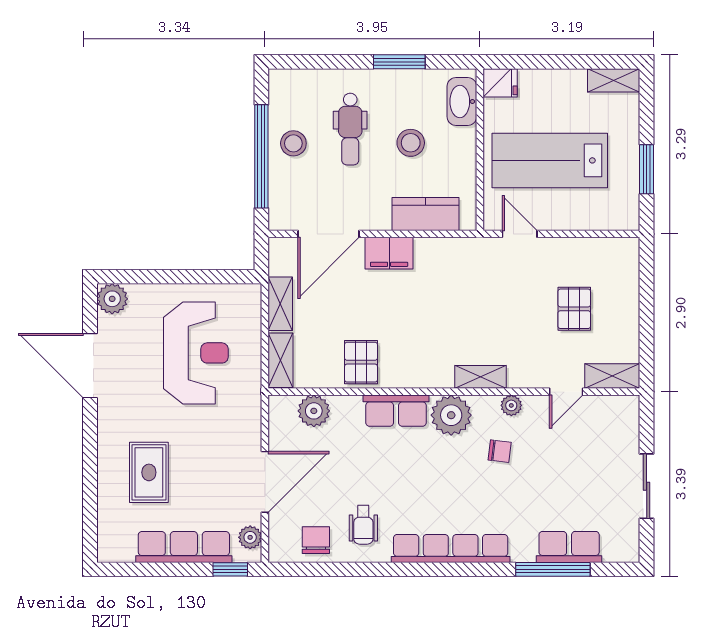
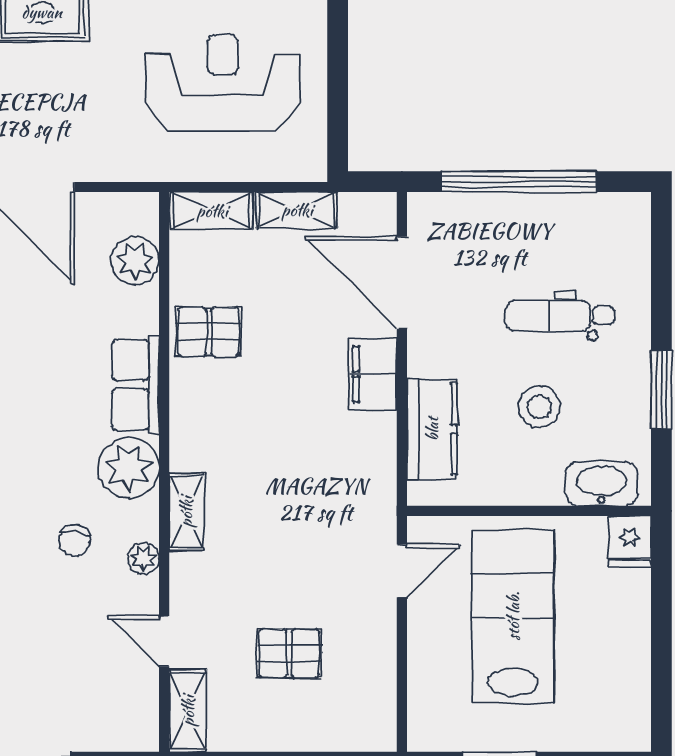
shelving: (614, 80) -> (633, 713), removed
stool: (293, 143) -> (538, 230), removed
reception desk: (196, 353) -> (223, 83), turned 180

